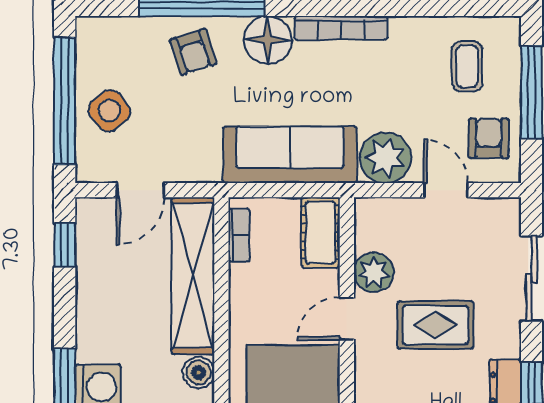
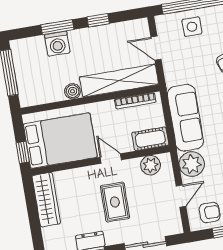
side table: (109, 111) -> (192, 27), turned 38
bookcase: (239, 235) -> (135, 101), width x1.56
window: (65, 245) -> (98, 20), moved
plant: (374, 272) -> (151, 165), moved

